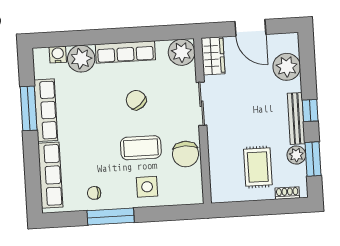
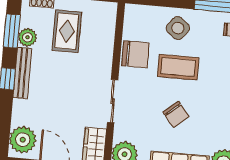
plant: (287, 67) -> (23, 140), moved
chair: (186, 154) -> (136, 54), turned 90
side table: (147, 187) -> (178, 28), turned 38

